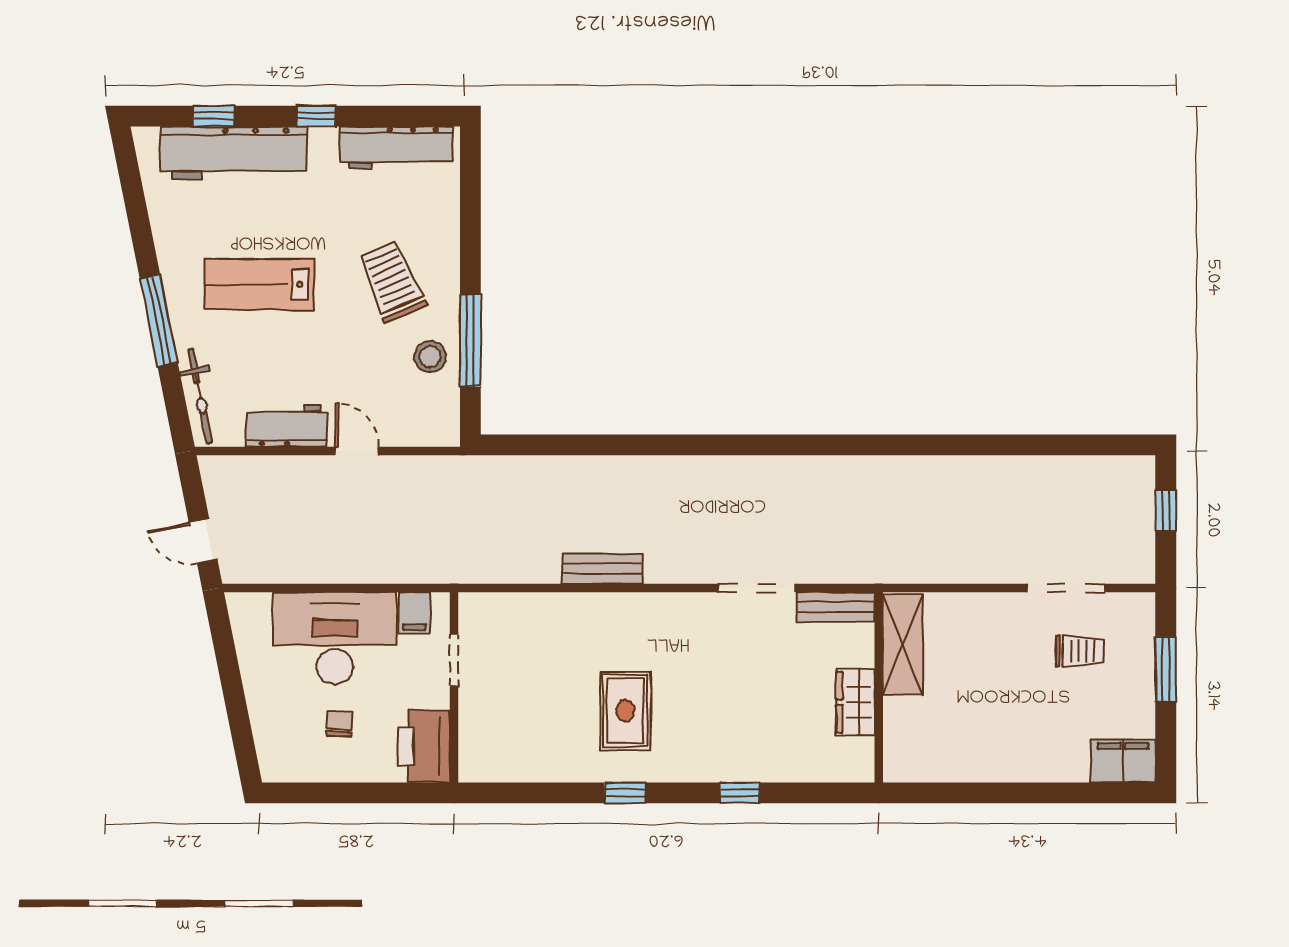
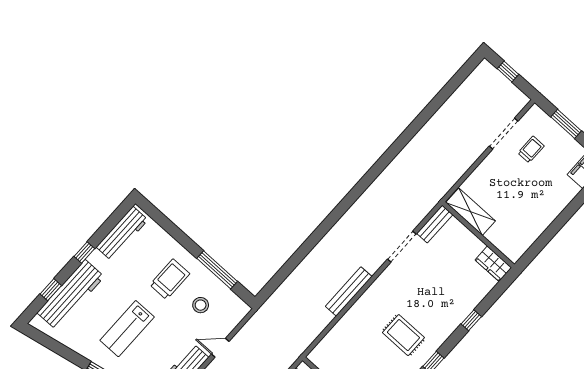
trolley: (392, 282) -> (170, 279), turned 113
stool: (430, 357) -> (201, 305), moved
bench: (602, 569) -> (349, 291), width x1.36
wardrobe: (855, 702) -> (493, 264), moved

